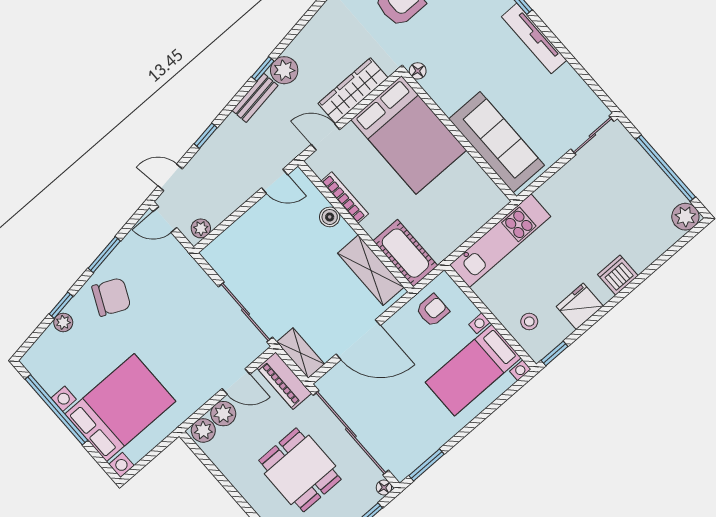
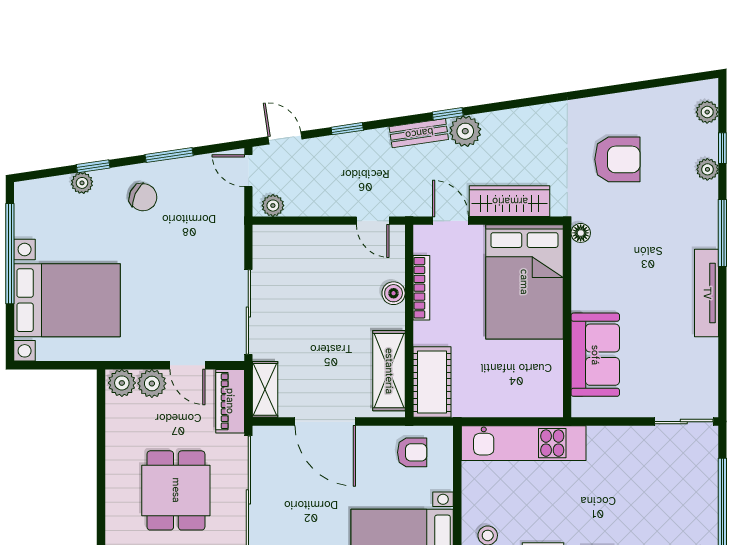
sofa: (497, 142) -> (595, 355), width x0.73
chair: (111, 297) -> (143, 197), width x0.73, depth x0.73

